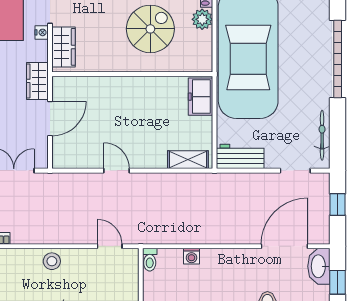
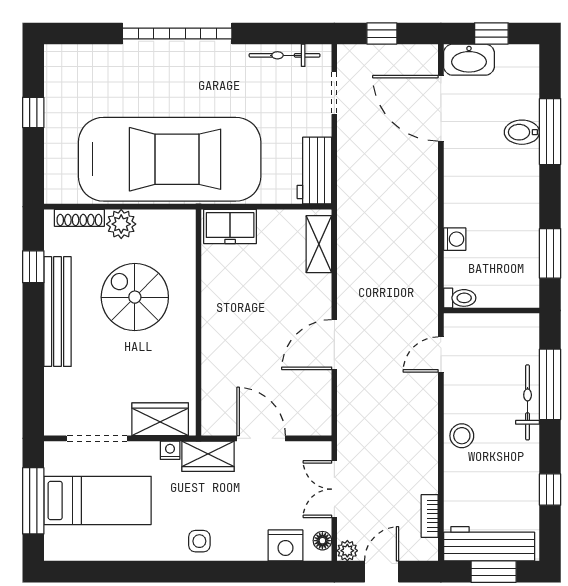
nightstand: (42, 32) -> (170, 450), moved
door: (117, 171) -> (334, 345), width x1.38

